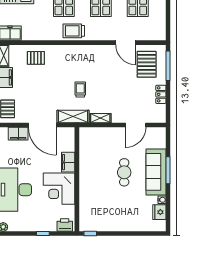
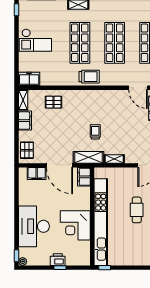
trolley: (74, 31) -> (89, 77), turned 180
filing cabinet: (68, 162) -> (84, 177), moved
kitchen unit: (86, 185) -> (101, 222), added
printer: (65, 225) -> (58, 260), moved

